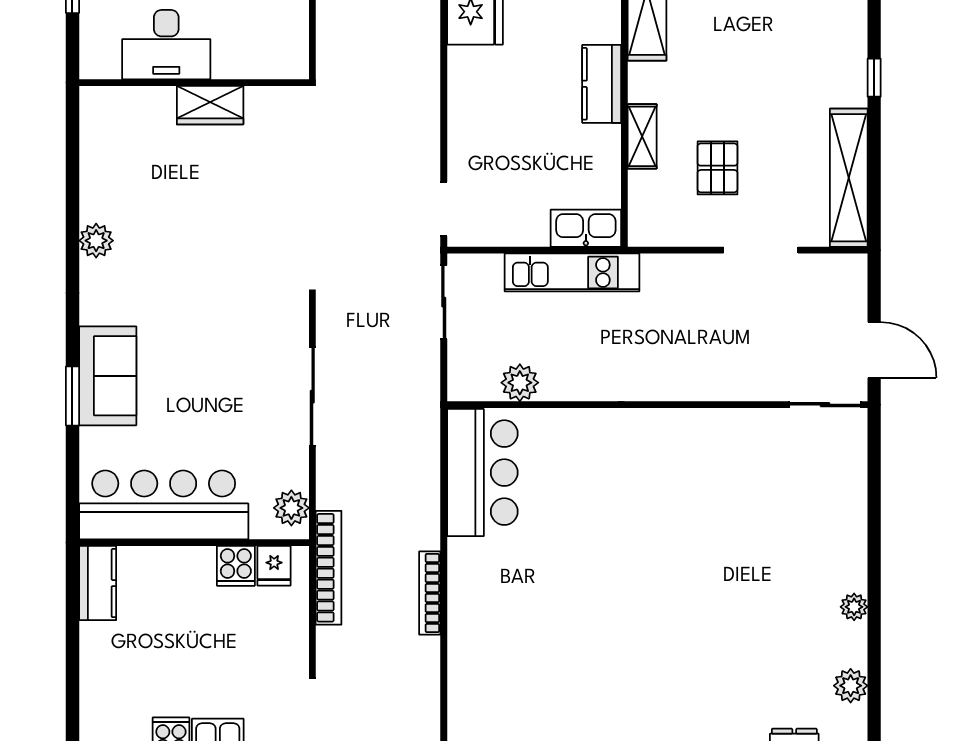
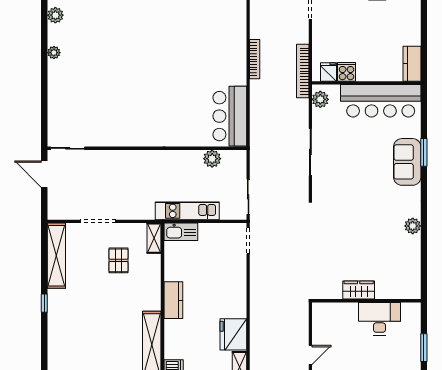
shelving: (642, 136) -> (154, 238), moved

